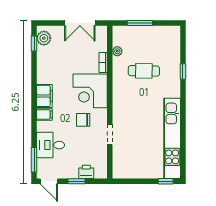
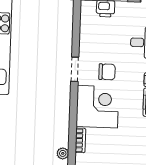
cafe table: (144, 71) -> (31, 129), removed
doorway: (110, 135) -> (75, 69), moved

